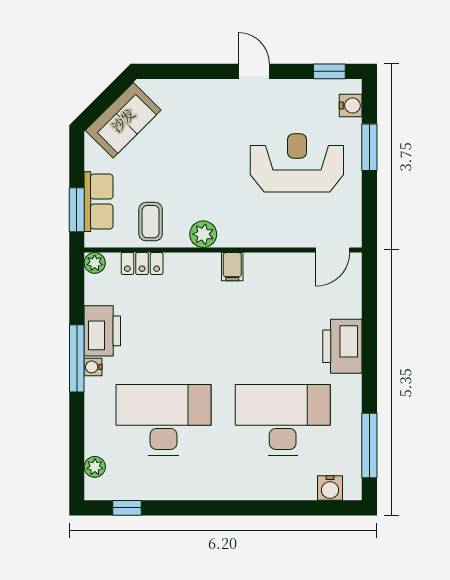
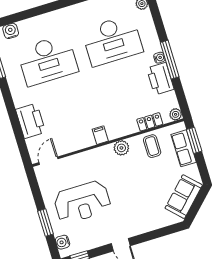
printer: (342, 346) -> (31, 121), moved

